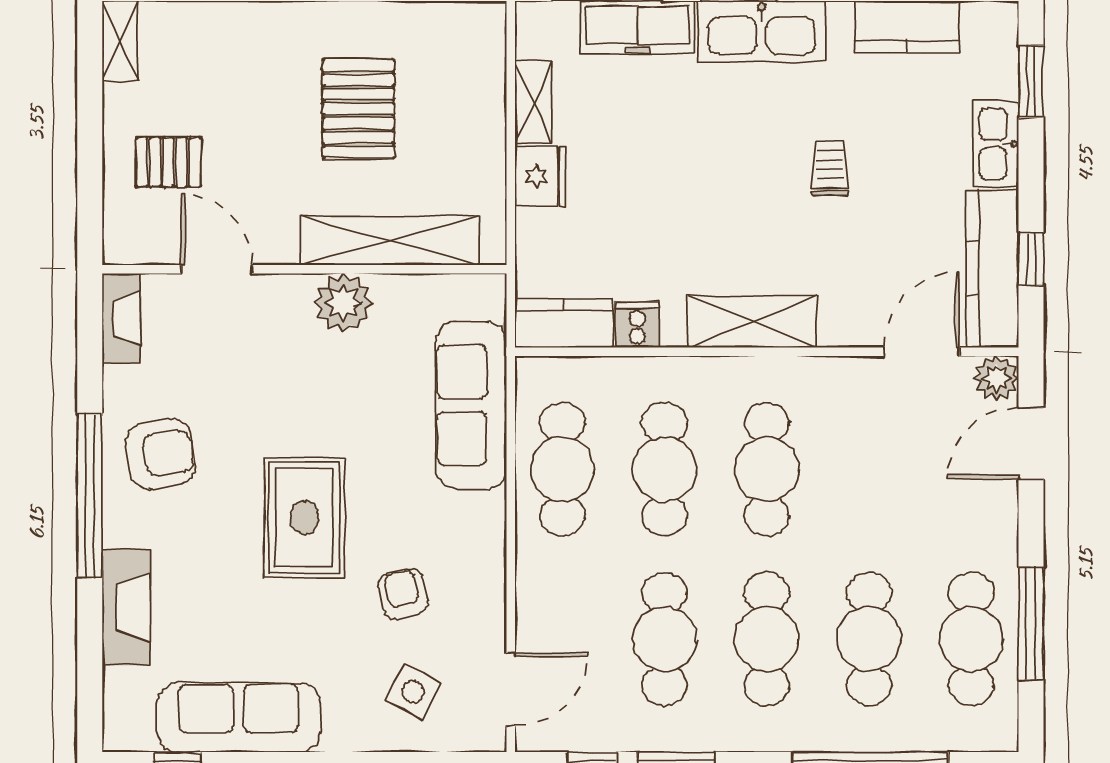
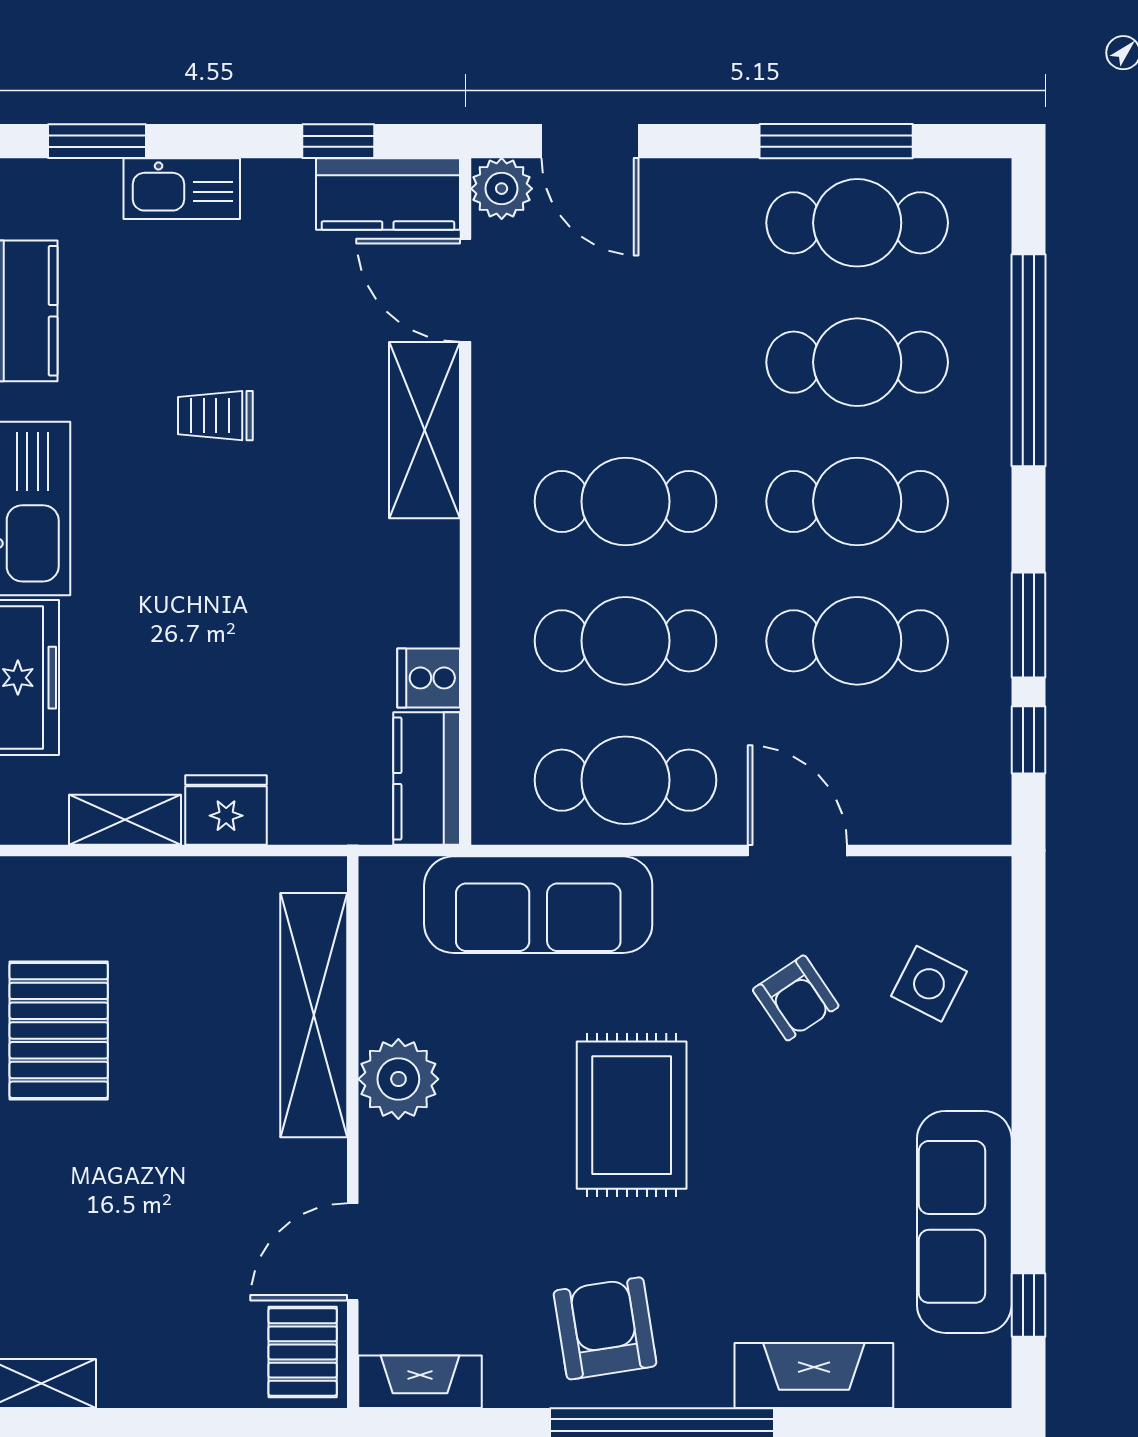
pallet: (358, 109) -> (59, 1030), moved, turned 90
pallet: (168, 162) -> (303, 1352), moved
kitchen counter: (992, 269) -> (388, 194), width x0.67
shelving: (752, 322) -> (424, 430), moved
rug: (304, 518) -> (632, 1115), moved, turned 90
armchair: (403, 594) -> (796, 998), turned -110
door: (511, 689) -> (797, 851), moved

